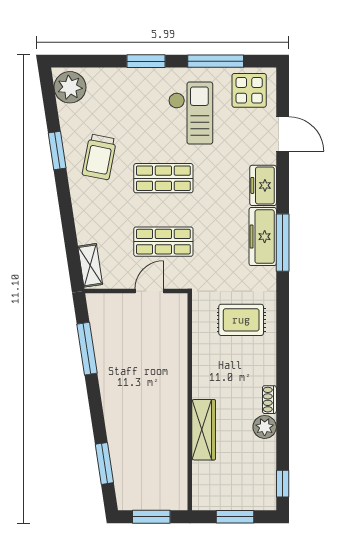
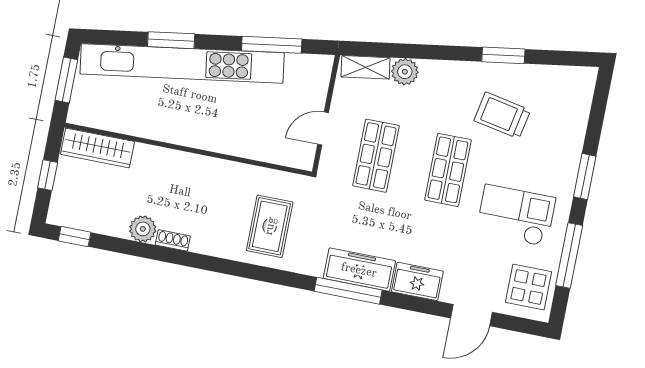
plant: (70, 87) -> (405, 72), moved, width x0.73, depth x0.73
checkout: (191, 113) -> (516, 215), turned 180
trolley: (99, 157) -> (502, 115), moved
door: (149, 291) -> (323, 129), swing flipped
kitchen unit: (118, 421) -> (182, 63), added
wardrobe: (204, 430) -> (97, 148), moved
window: (104, 463) -> (171, 40), moved
window: (235, 517) -> (48, 175), width x0.67

